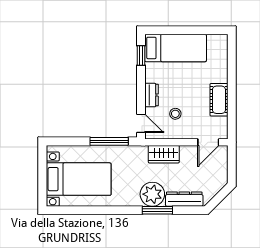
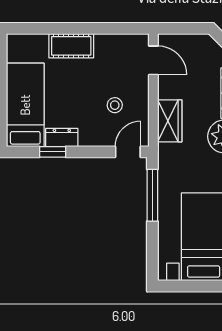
window: (141, 55) -> (53, 152), moved
dresser: (152, 95) -> (62, 138), moved
cot: (219, 100) -> (71, 46), moved

